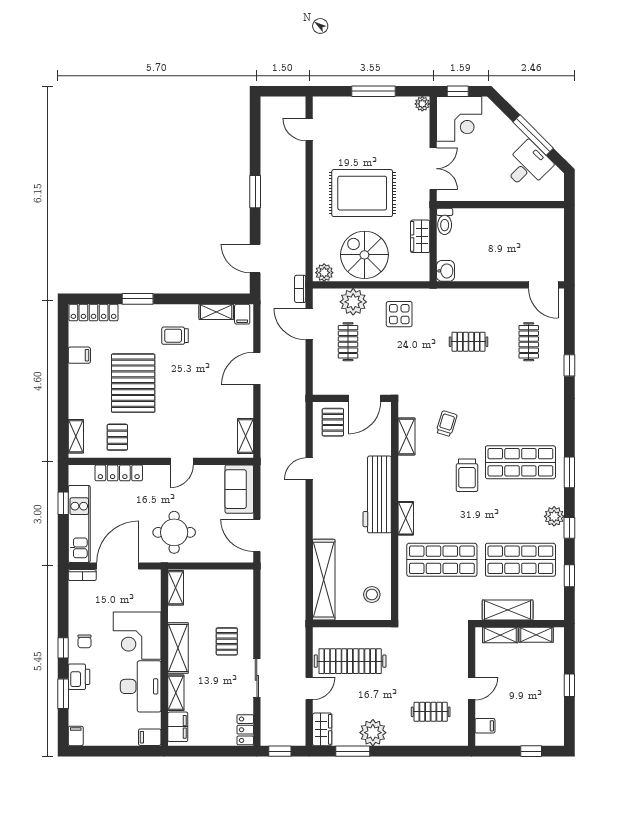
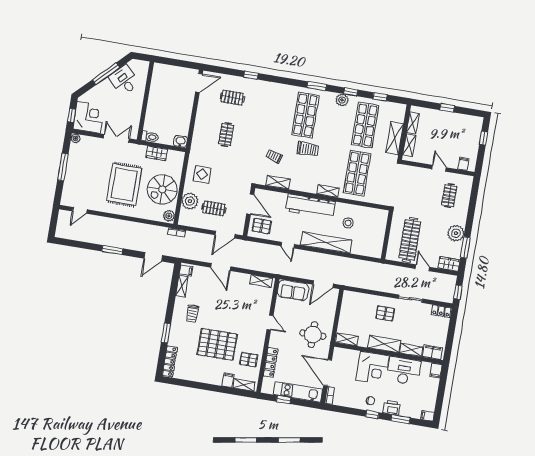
door: (309, 324) -> (225, 235), moved
filing cabinet: (79, 355) -> (228, 380), moved
shelving: (324, 580) -> (326, 243), moved
stool: (372, 595) -> (348, 223), moved

